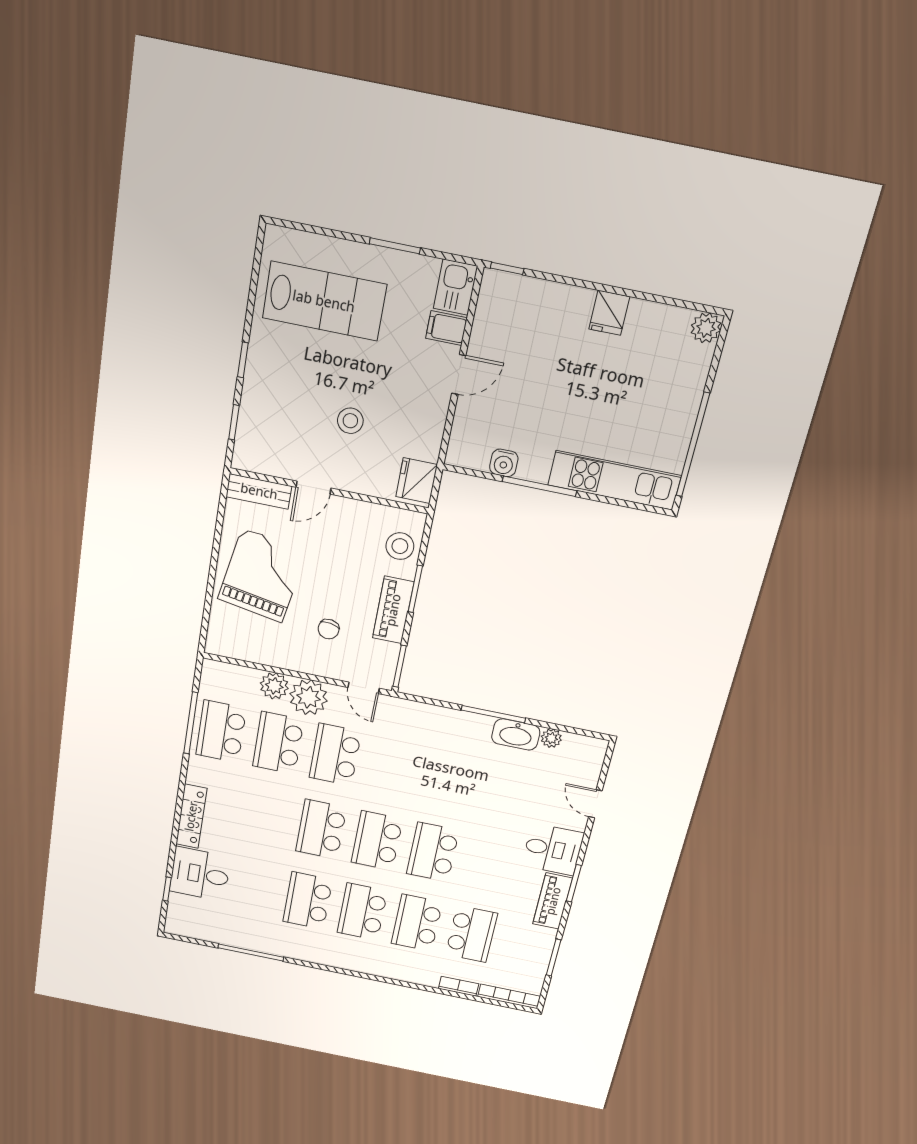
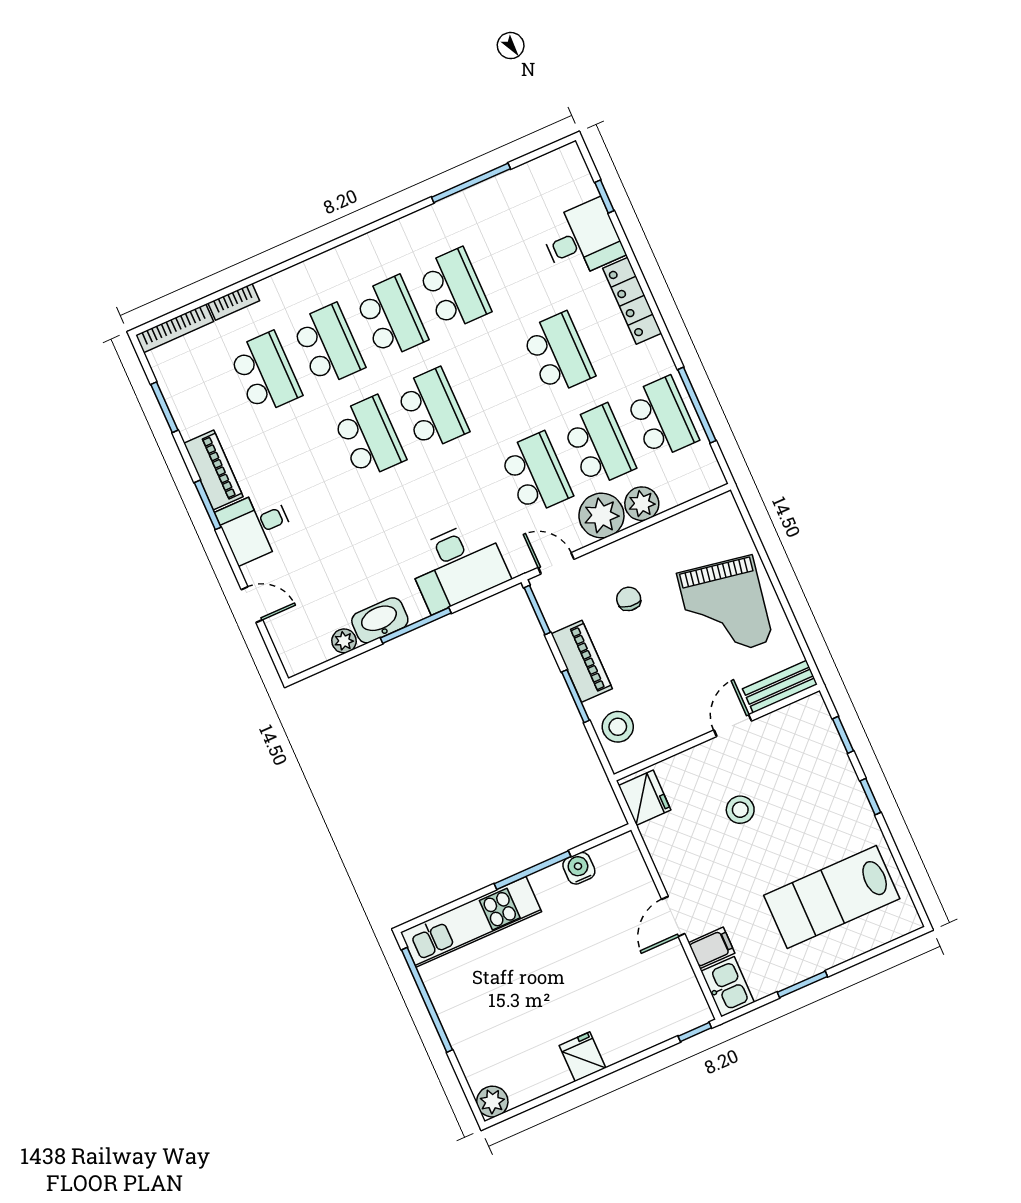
desk: (434, 733) -> (458, 566), added
school desk: (321, 829) -> (558, 353), moved
school desk: (471, 934) -> (265, 373), turned 180

